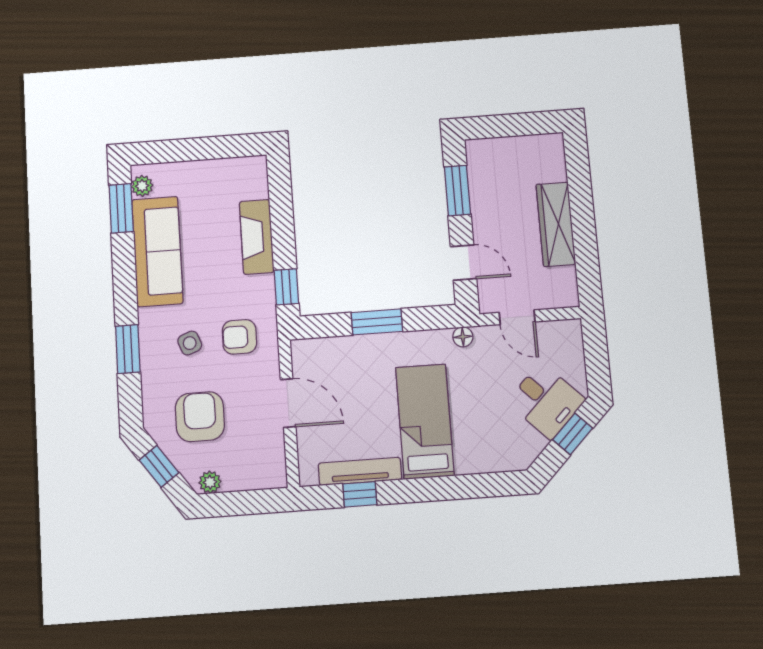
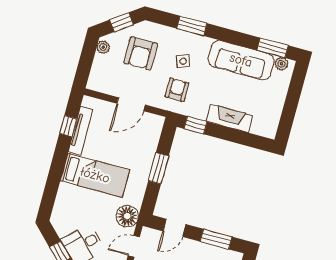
floor lamp: (463, 337) -> (127, 216), width x1.89, depth x1.89
armchair: (200, 417) -> (141, 53), turned 90

